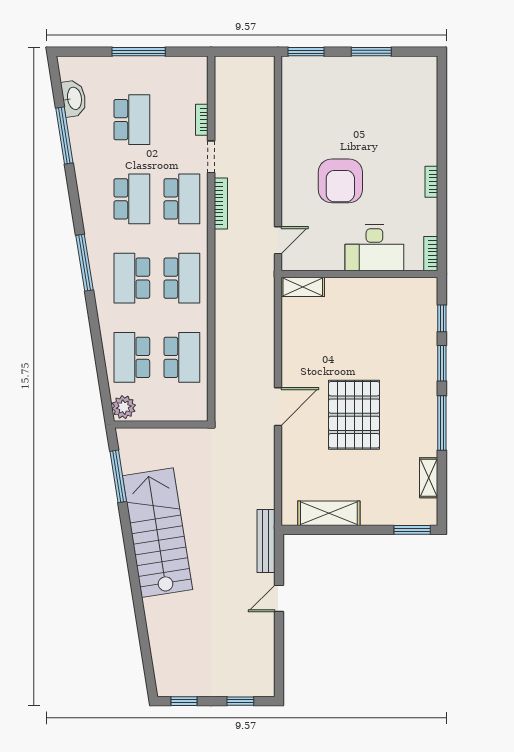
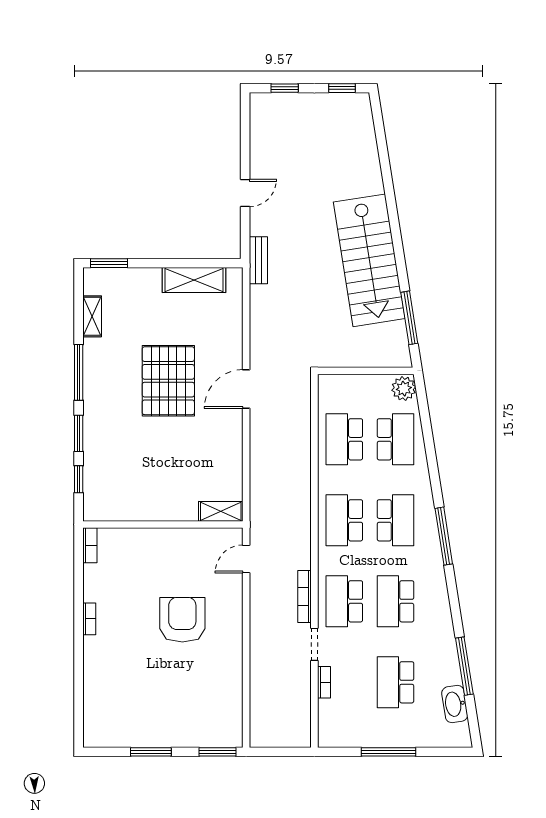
desk: (374, 248) -> (148, 551), removed
bench: (266, 541) -> (258, 260), width x0.73

